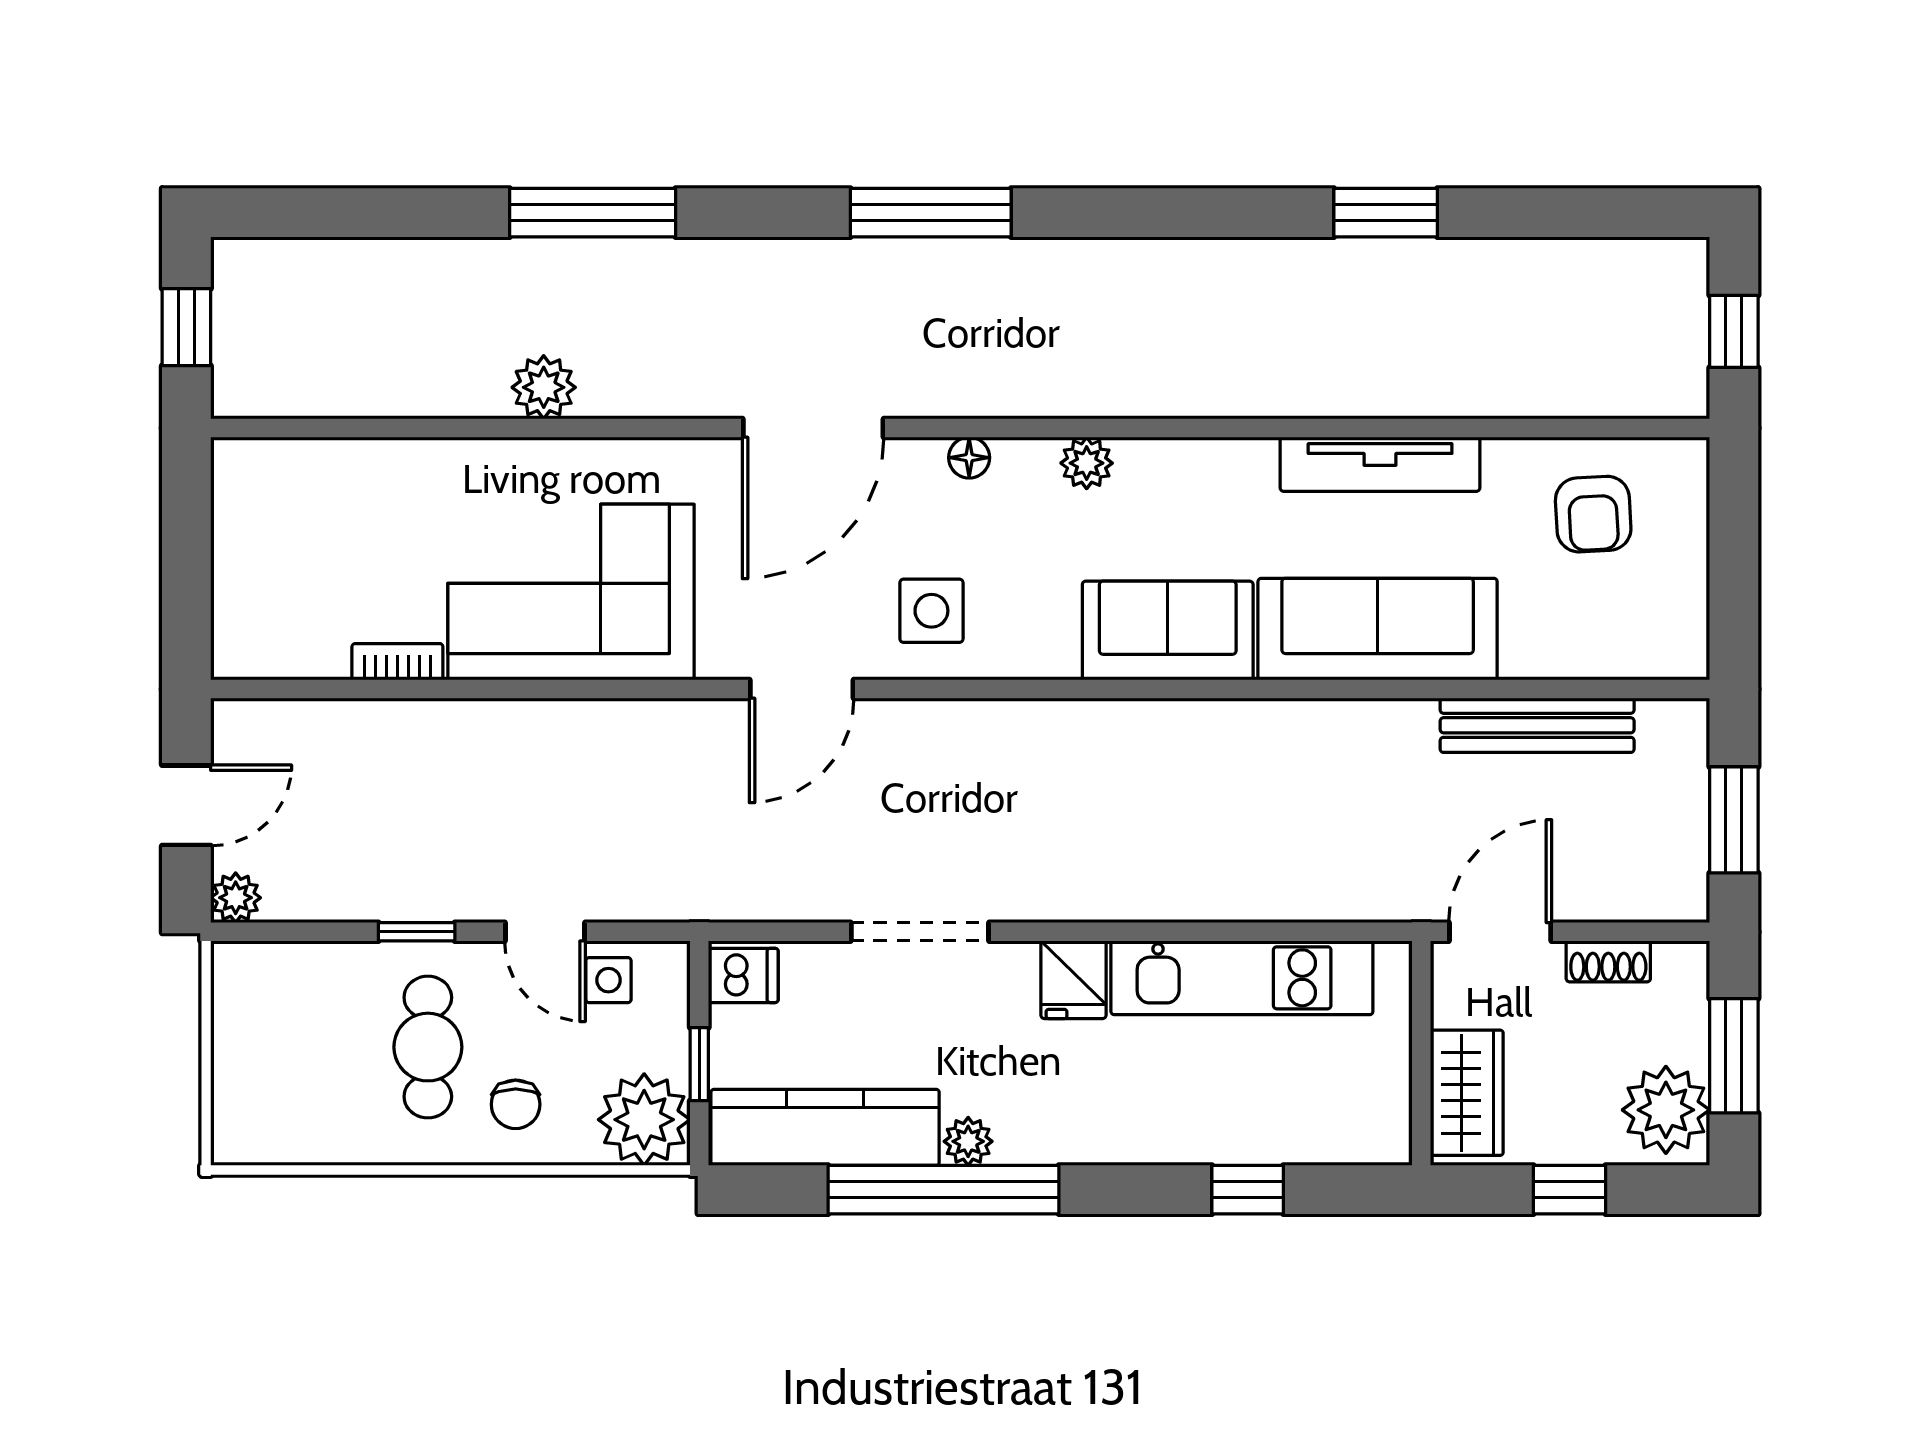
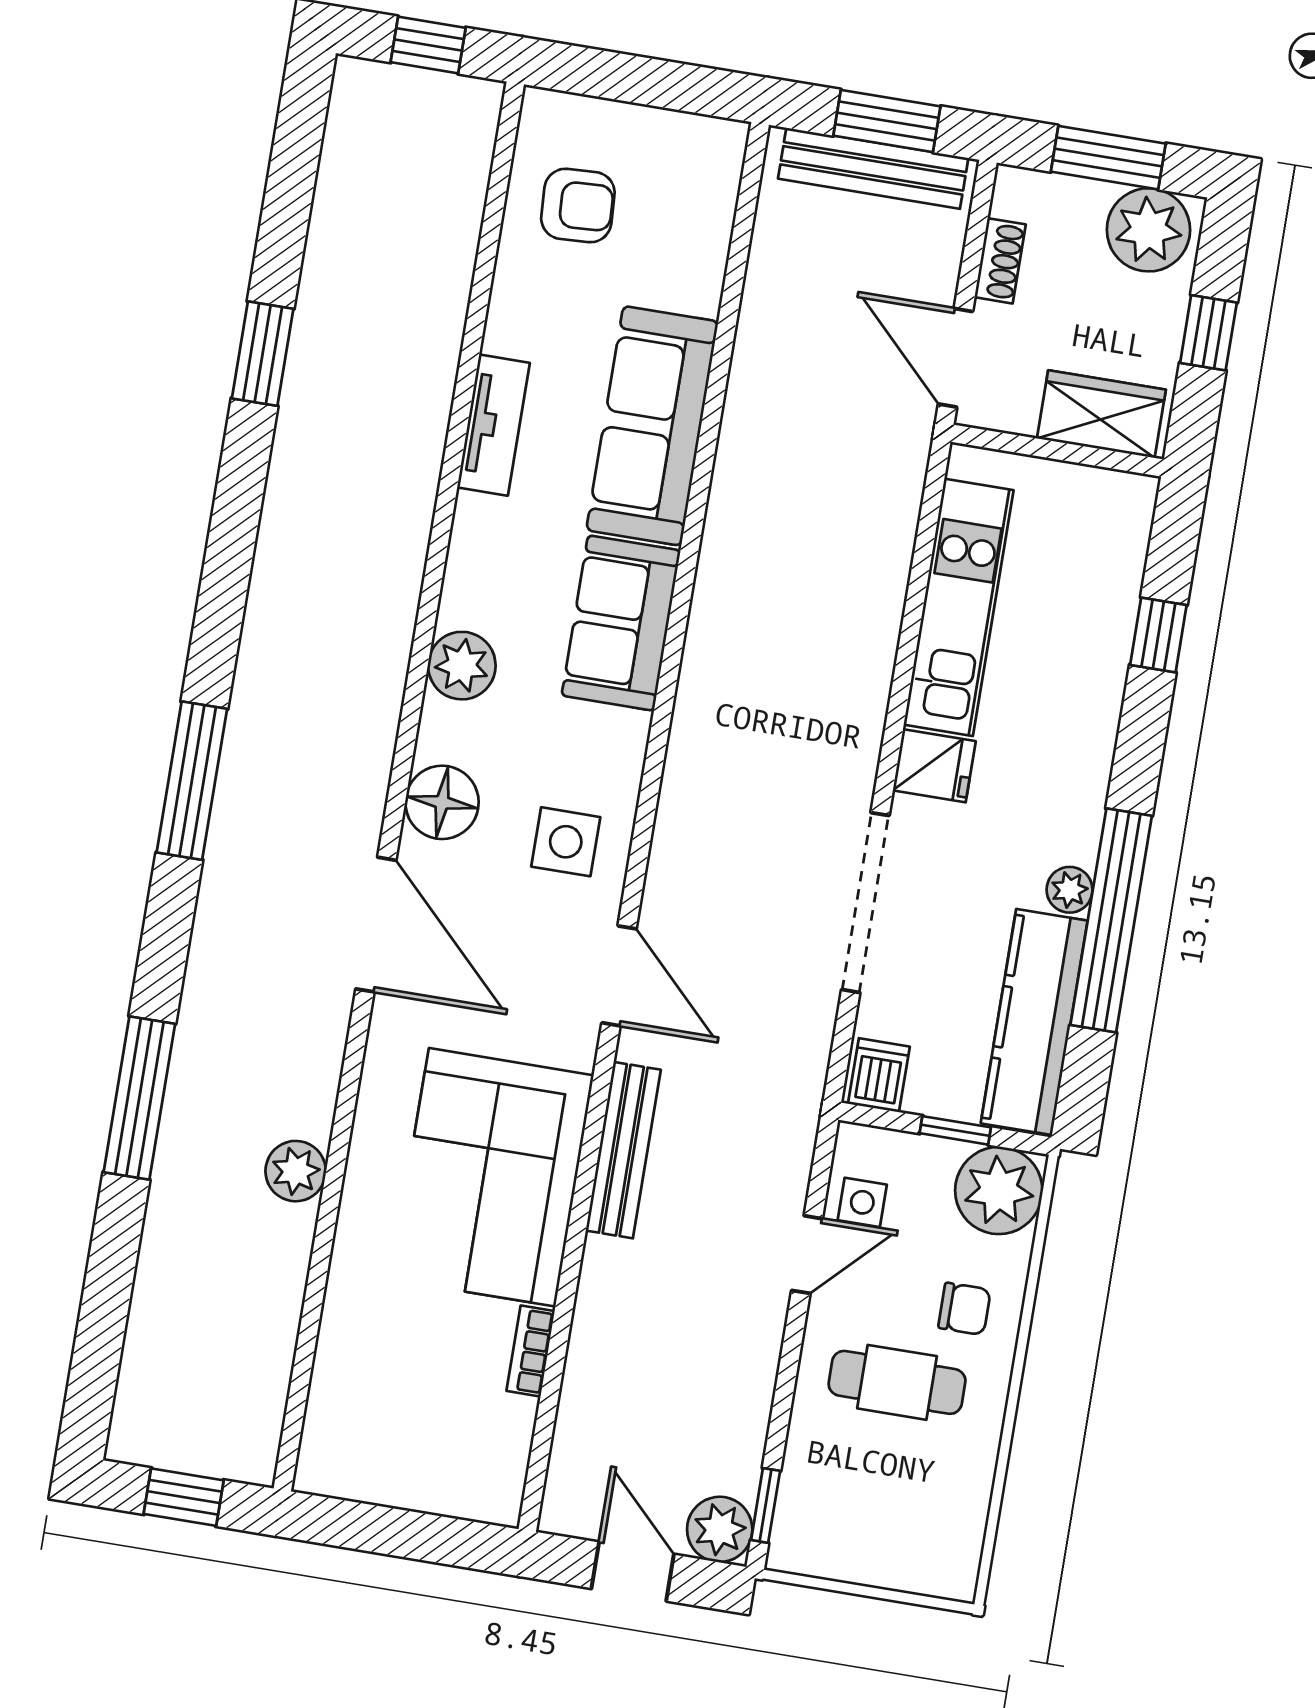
floor lamp: (969, 458) -> (442, 802), width x1.89, depth x1.89
plant: (1087, 463) -> (462, 666), width x1.38, depth x1.38
tv unit: (1380, 464) -> (493, 425), width x0.71
bench: (622, 723) -> (623, 1150), added
bench: (1537, 725) -> (873, 168), moved, turned 90
plant: (236, 898) -> (720, 1529), width x1.38, depth x1.38
window: (417, 932) -> (766, 1505), moved
doorway: (920, 932) -> (865, 903), width x1.36

